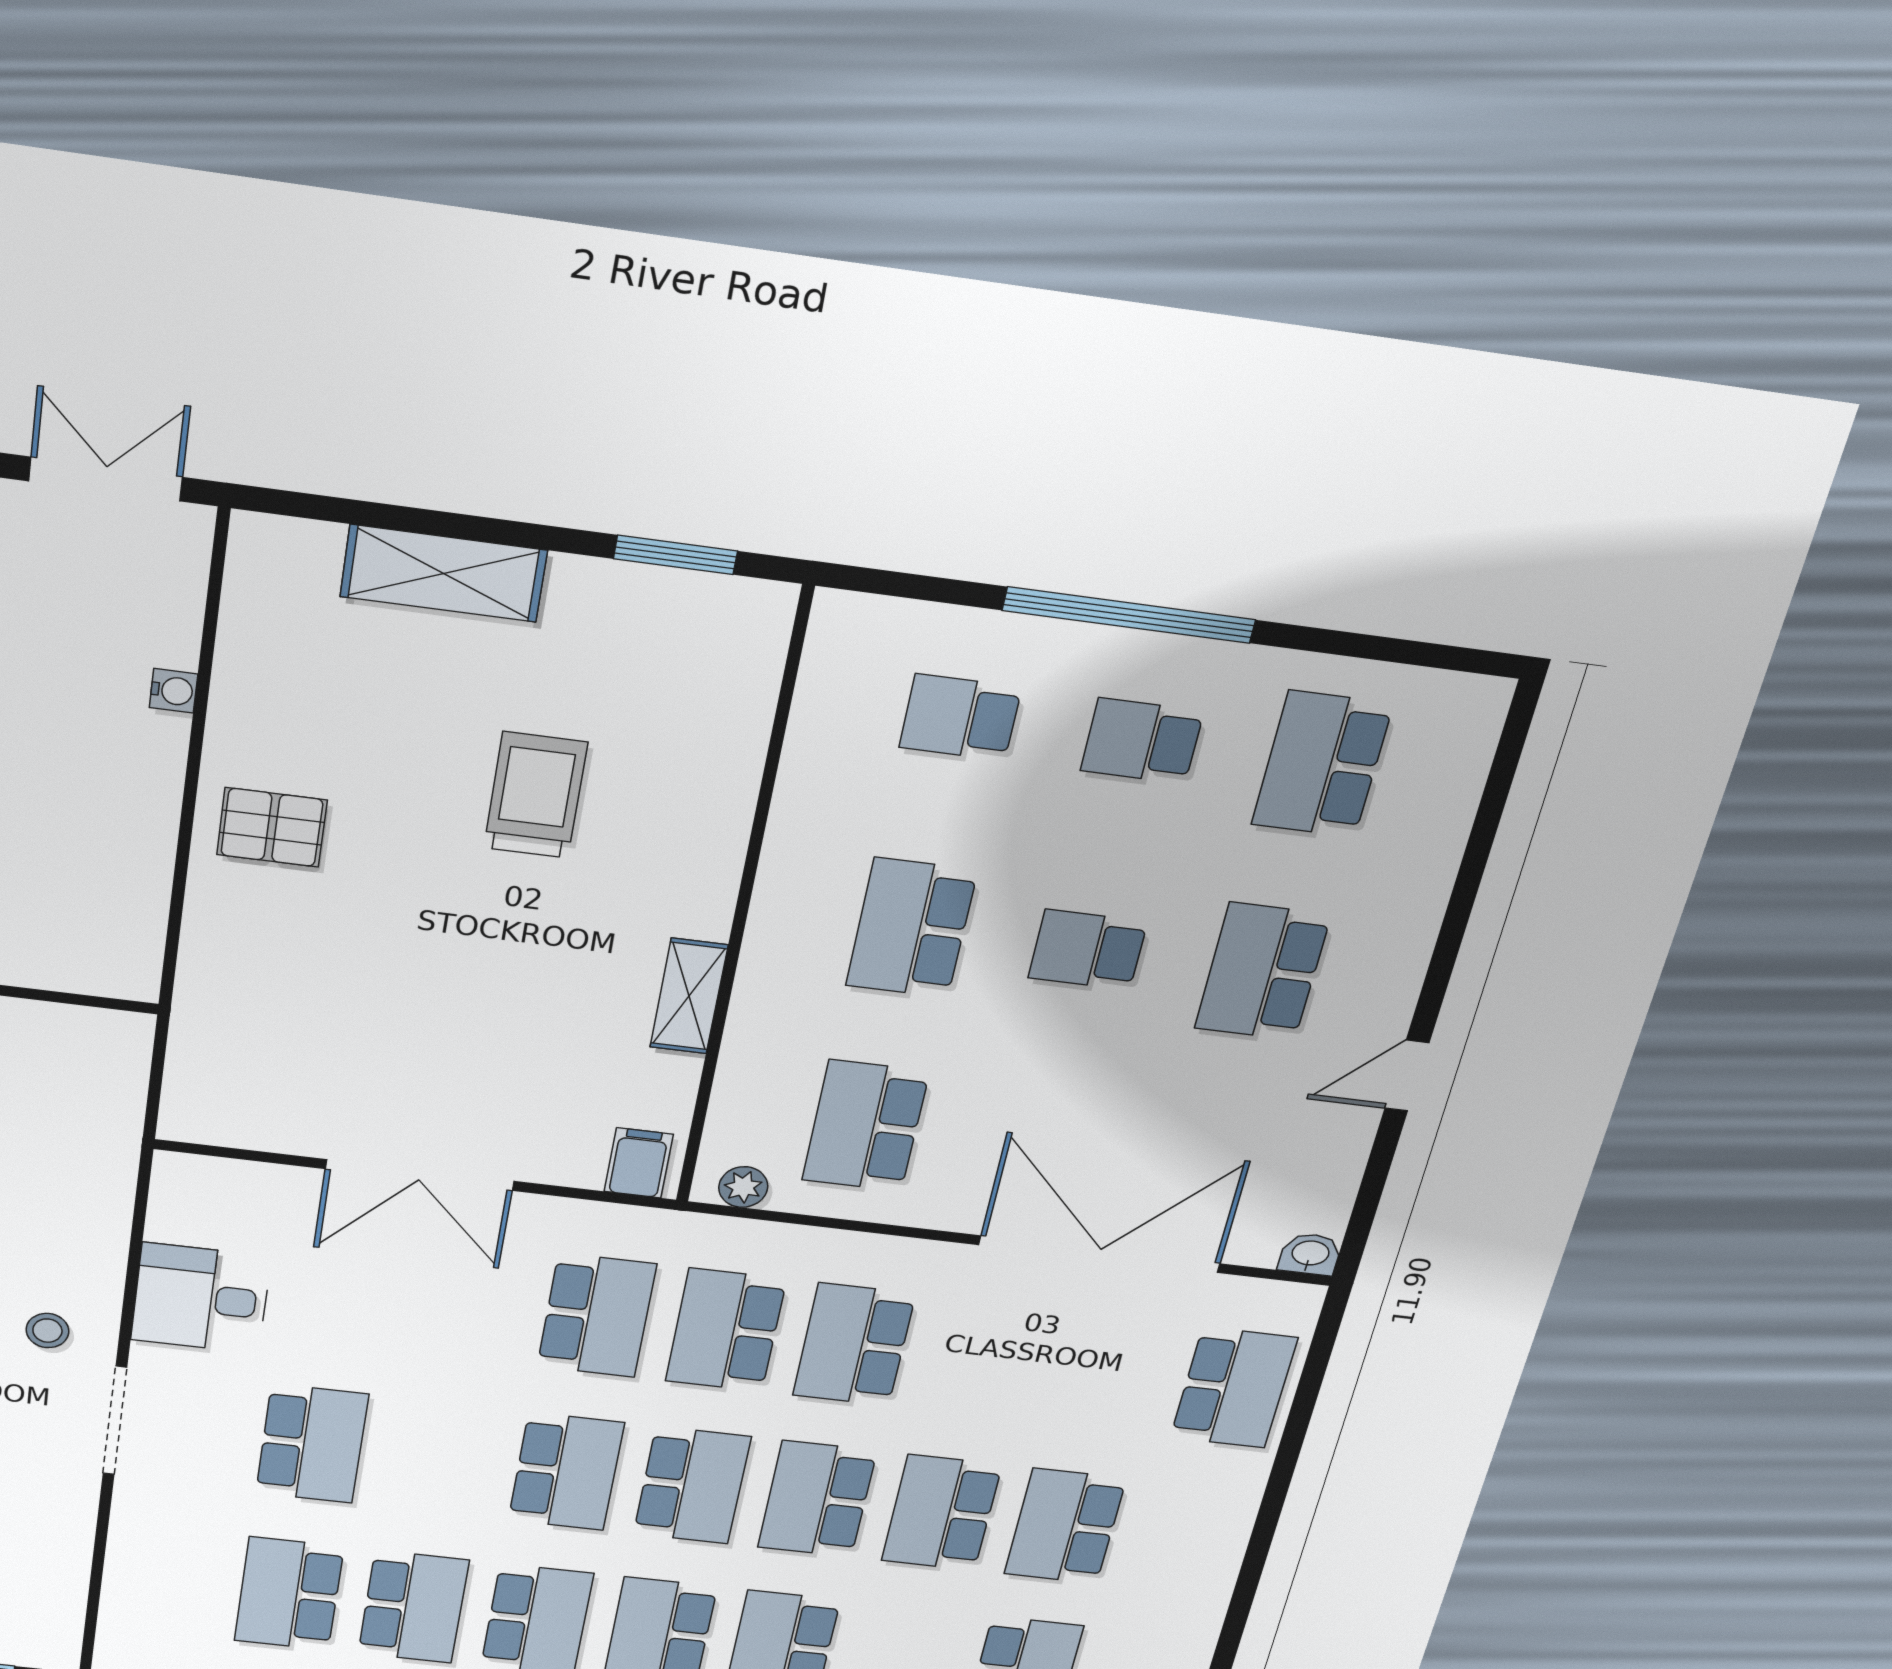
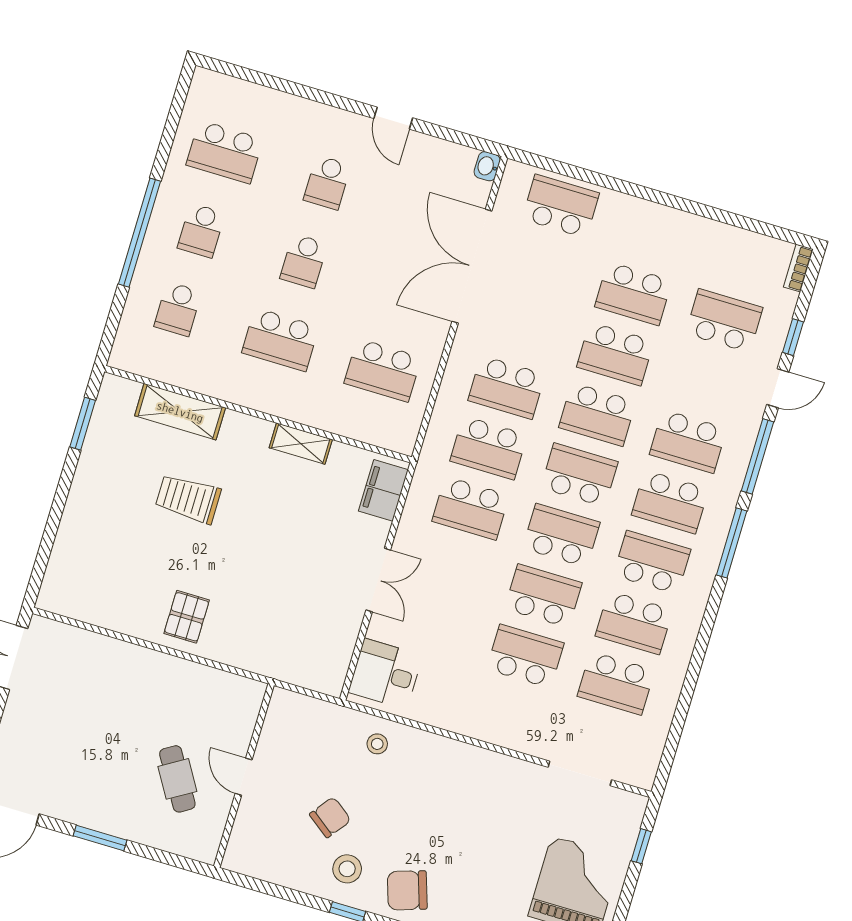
shelving: (444, 573) -> (180, 412), moved, turned 90
water cooler: (174, 691) -> (114, 648), removed
school desk: (1262, 972) -> (327, 183), width x0.54
filing cabinet: (639, 1163) -> (383, 490), width x2.00
double door: (420, 1175) -> (378, 580), width x0.73
plant: (743, 1187) -> (408, 430), removed
desk: (201, 1298) -> (385, 674), moved, turned 90
school desk: (597, 1315) -> (471, 508), turned 180
stool: (47, 1331) -> (377, 744), moved
doorway: (115, 1421) -> (580, 773), moved
school desk: (439, 1458) -> (543, 596), added
school desk: (413, 1607) -> (634, 623), turned 180

